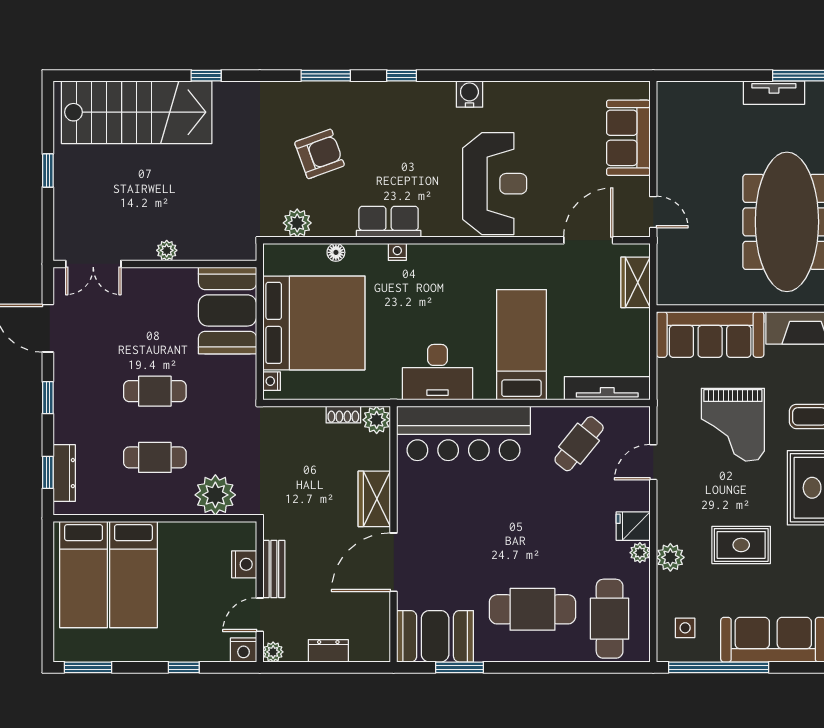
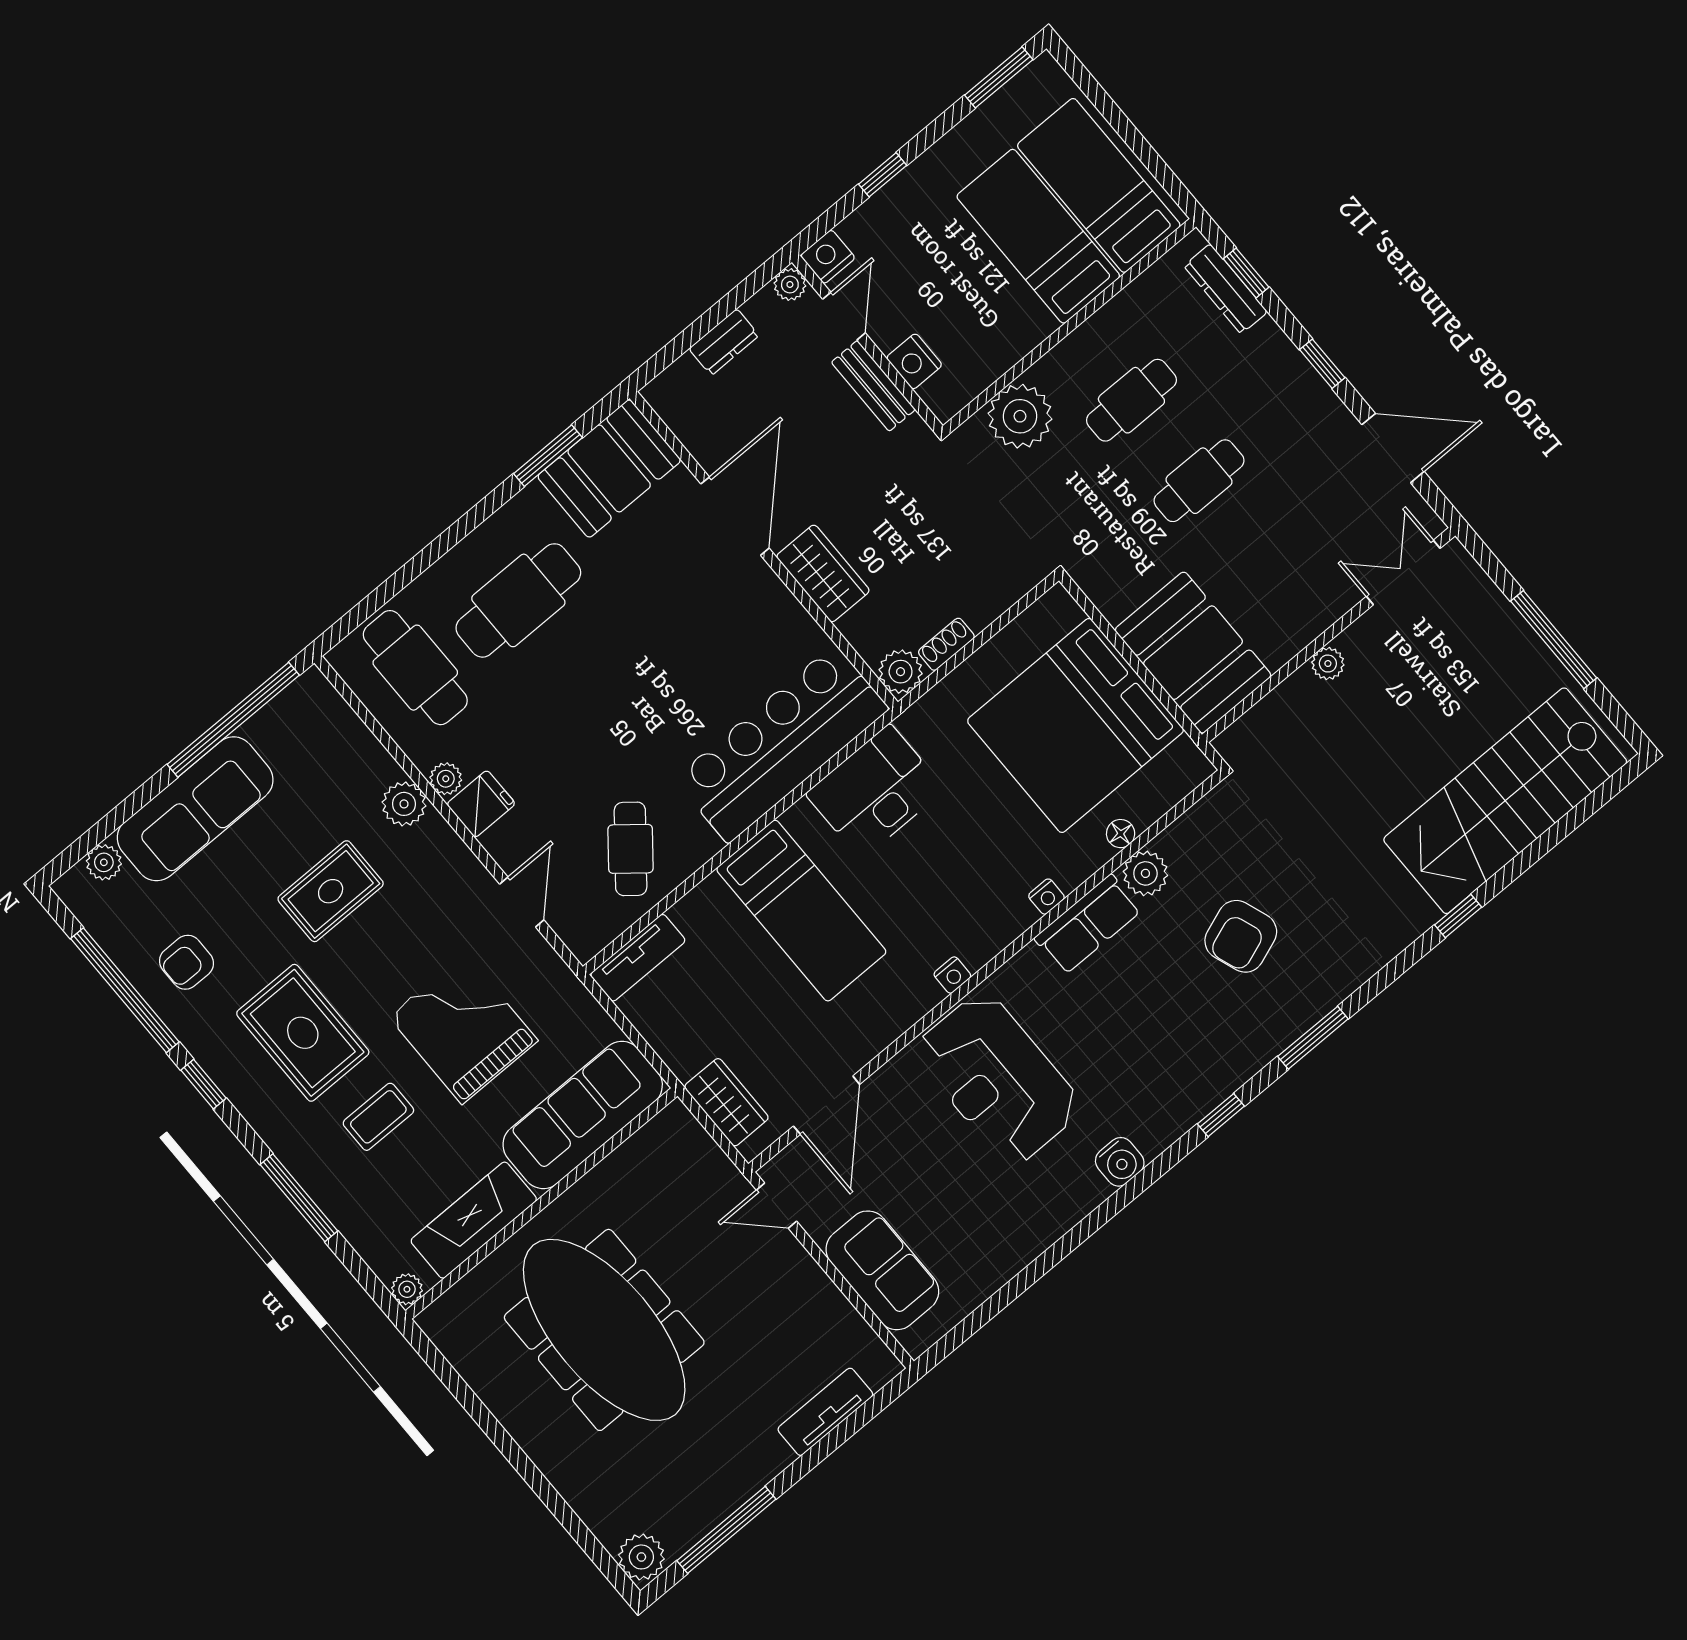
tv unit: (774, 93) -> (825, 1412), moved
window: (48, 170) -> (1554, 640), width x2.17
plant: (297, 223) -> (1145, 873), moved
nightstand: (272, 381) -> (952, 975), moved, turned 90
tv unit: (607, 388) -> (638, 958), width x0.71
side table: (685, 628) -> (314, 733), removed

